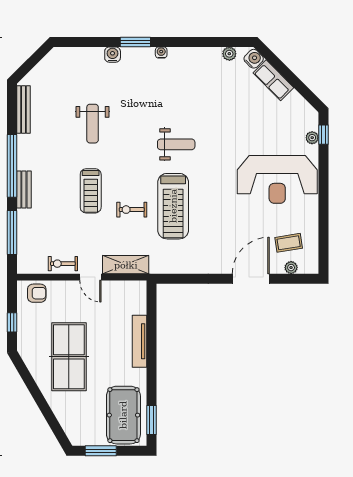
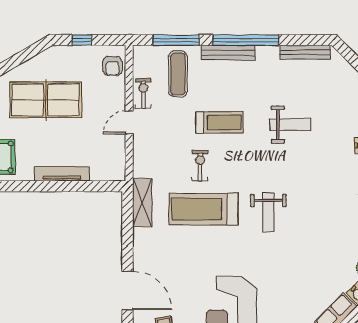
weight bench: (93, 124) -> (290, 125), turned 180
bench: (24, 189) -> (228, 53), width x1.36
treadmill: (91, 191) -> (220, 123), turned 180
exercise mat: (44, 231) -> (178, 74), added
shelving: (126, 265) -> (142, 203), moved

